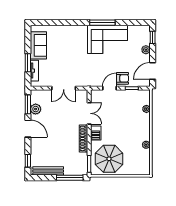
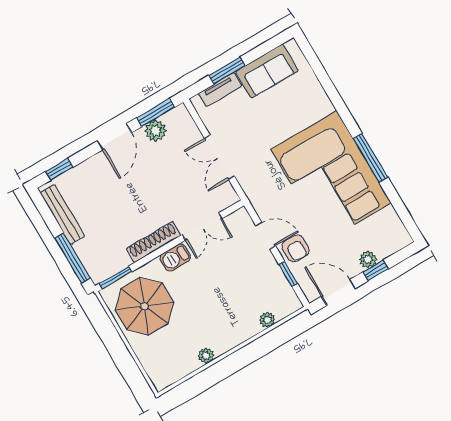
window: (153, 37) -> (376, 270), moved
corner sofa: (107, 39) -> (331, 176), width x1.36, depth x1.36

